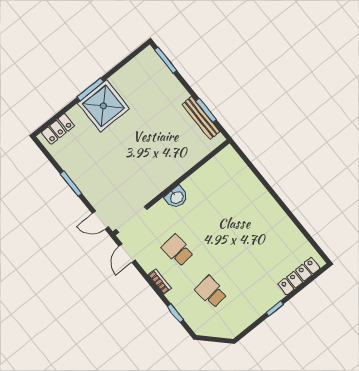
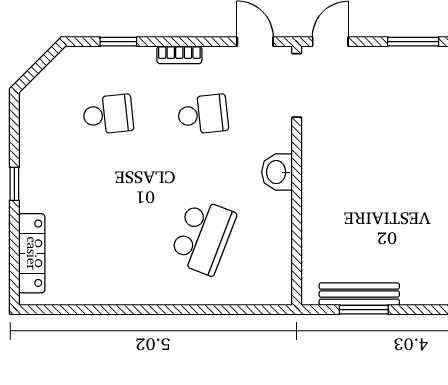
school desk: (231, 207) -> (203, 237), added

